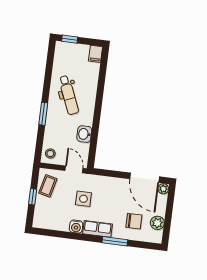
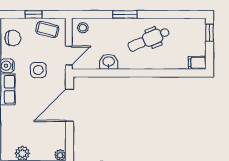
door: (145, 178) -> (69, 105), moved
chair: (134, 221) -> (13, 38), moved, turned -90

